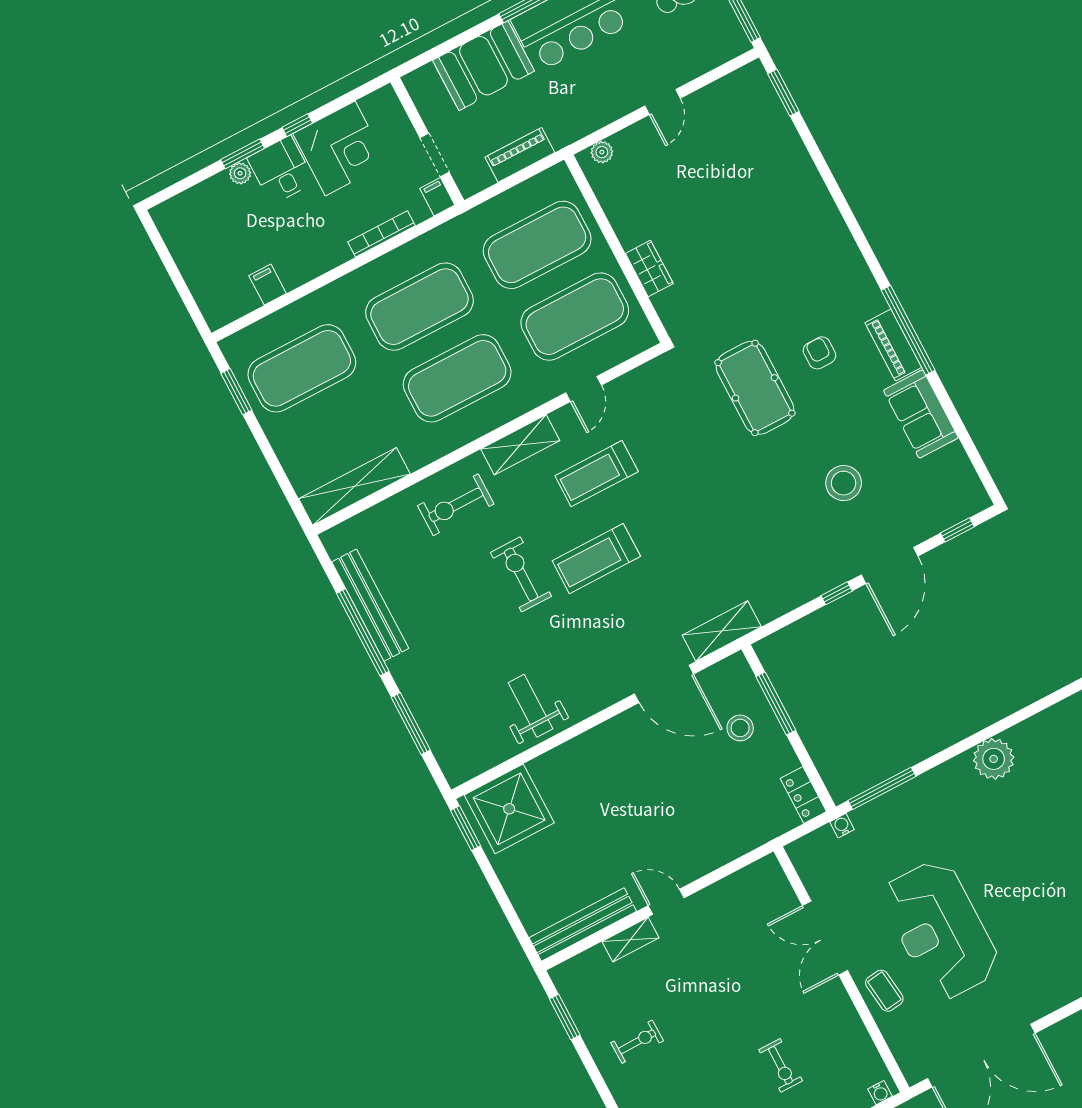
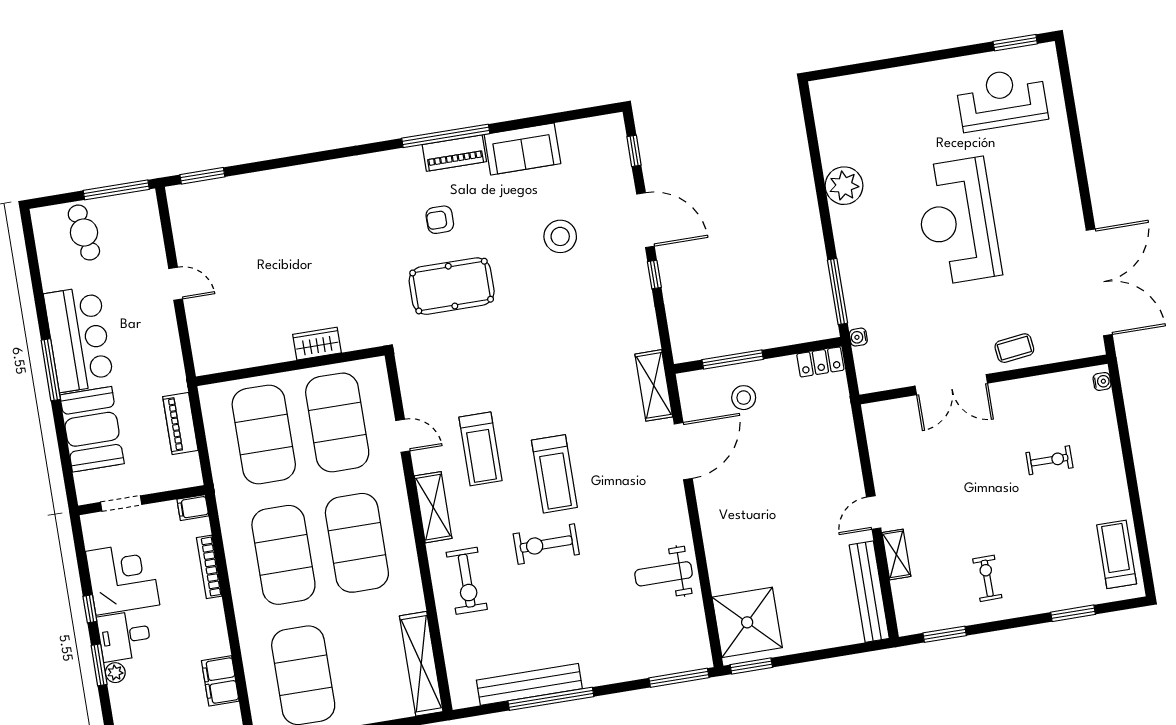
plant: (602, 152) -> (202, 351), removed
doorway: (435, 155) -> (121, 503), moved
filing cabinet: (268, 285) -> (220, 681), width x2.00
window: (411, 724) -> (679, 678), moved
reception desk: (940, 930) -> (957, 221), moved, turned 90

